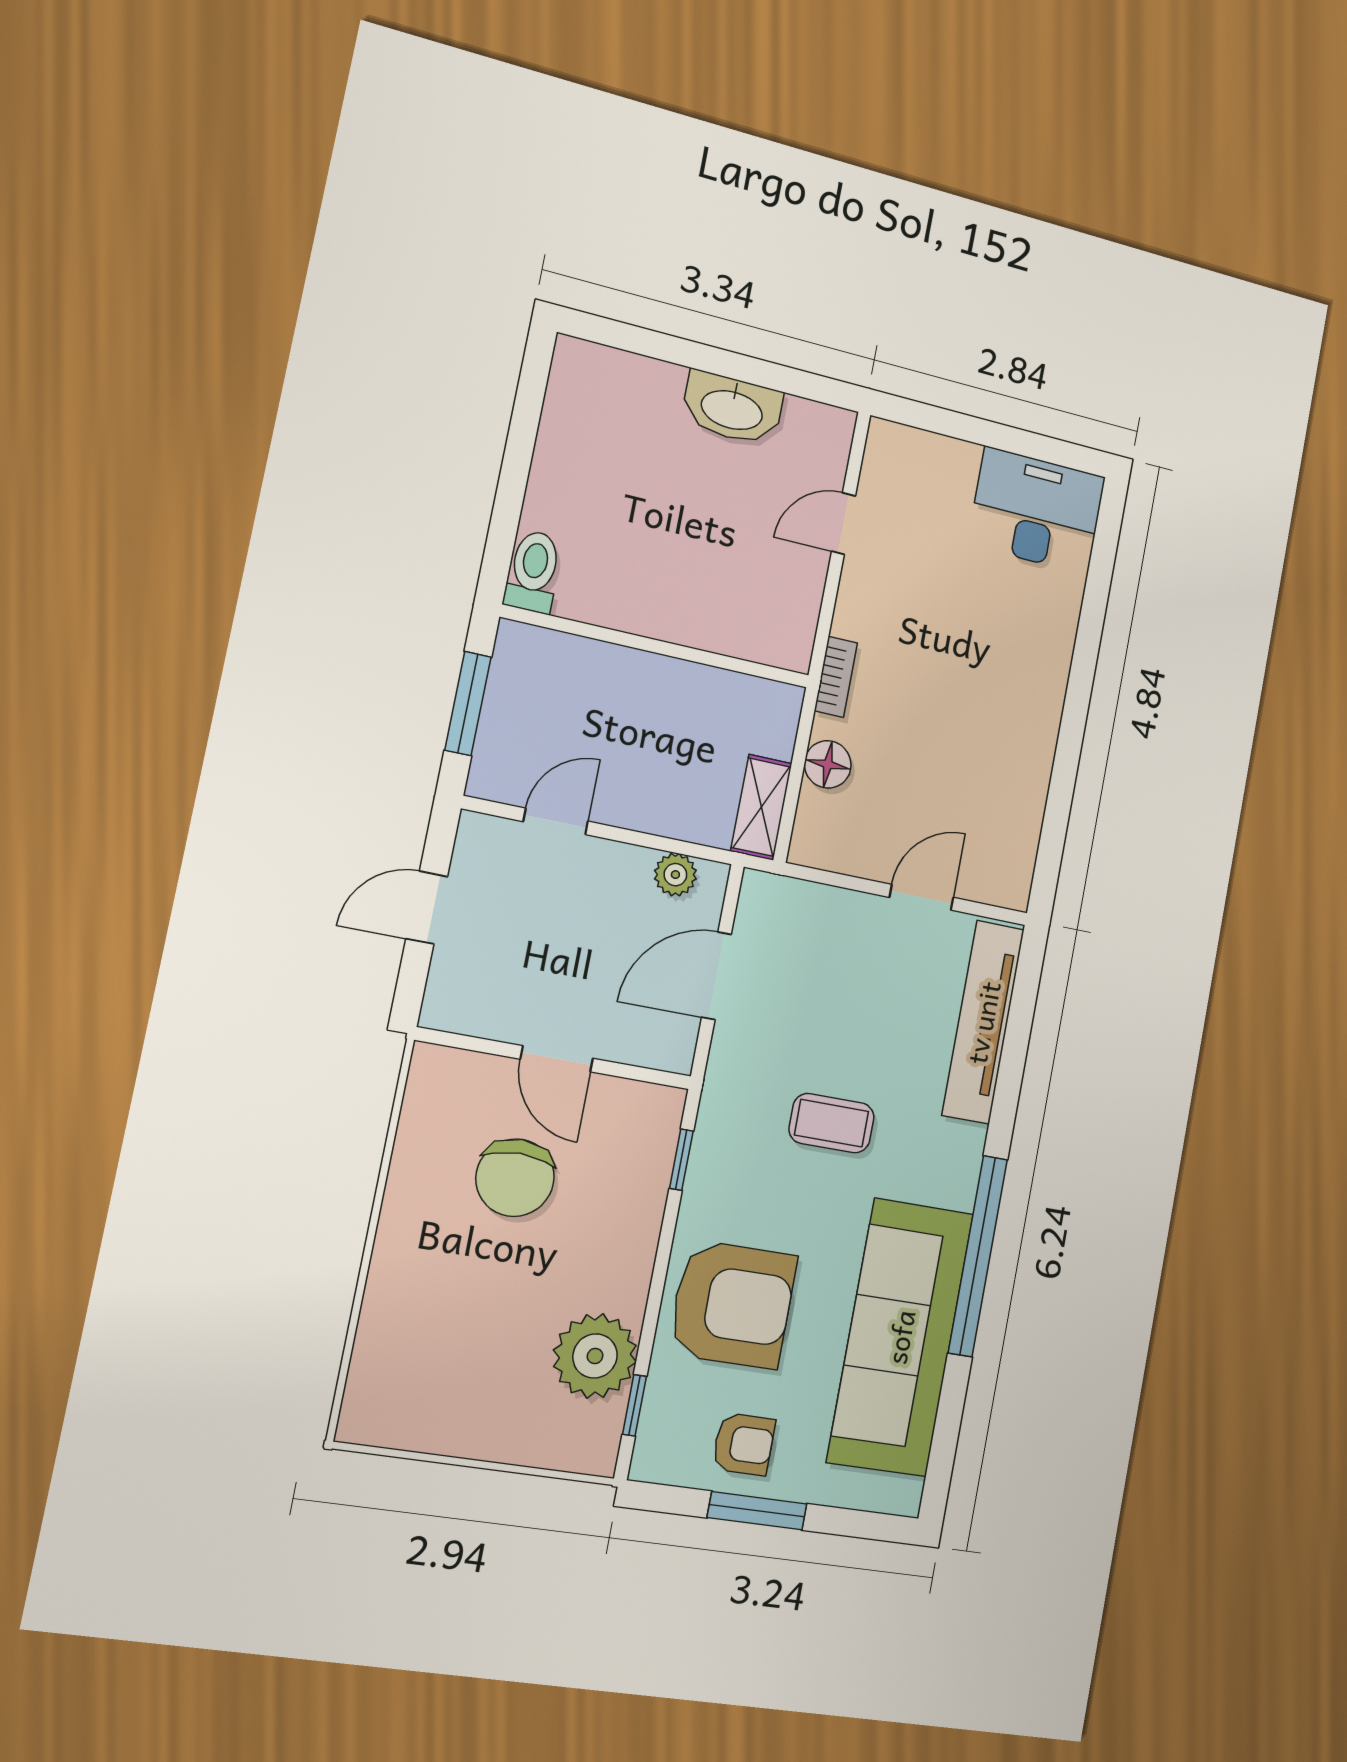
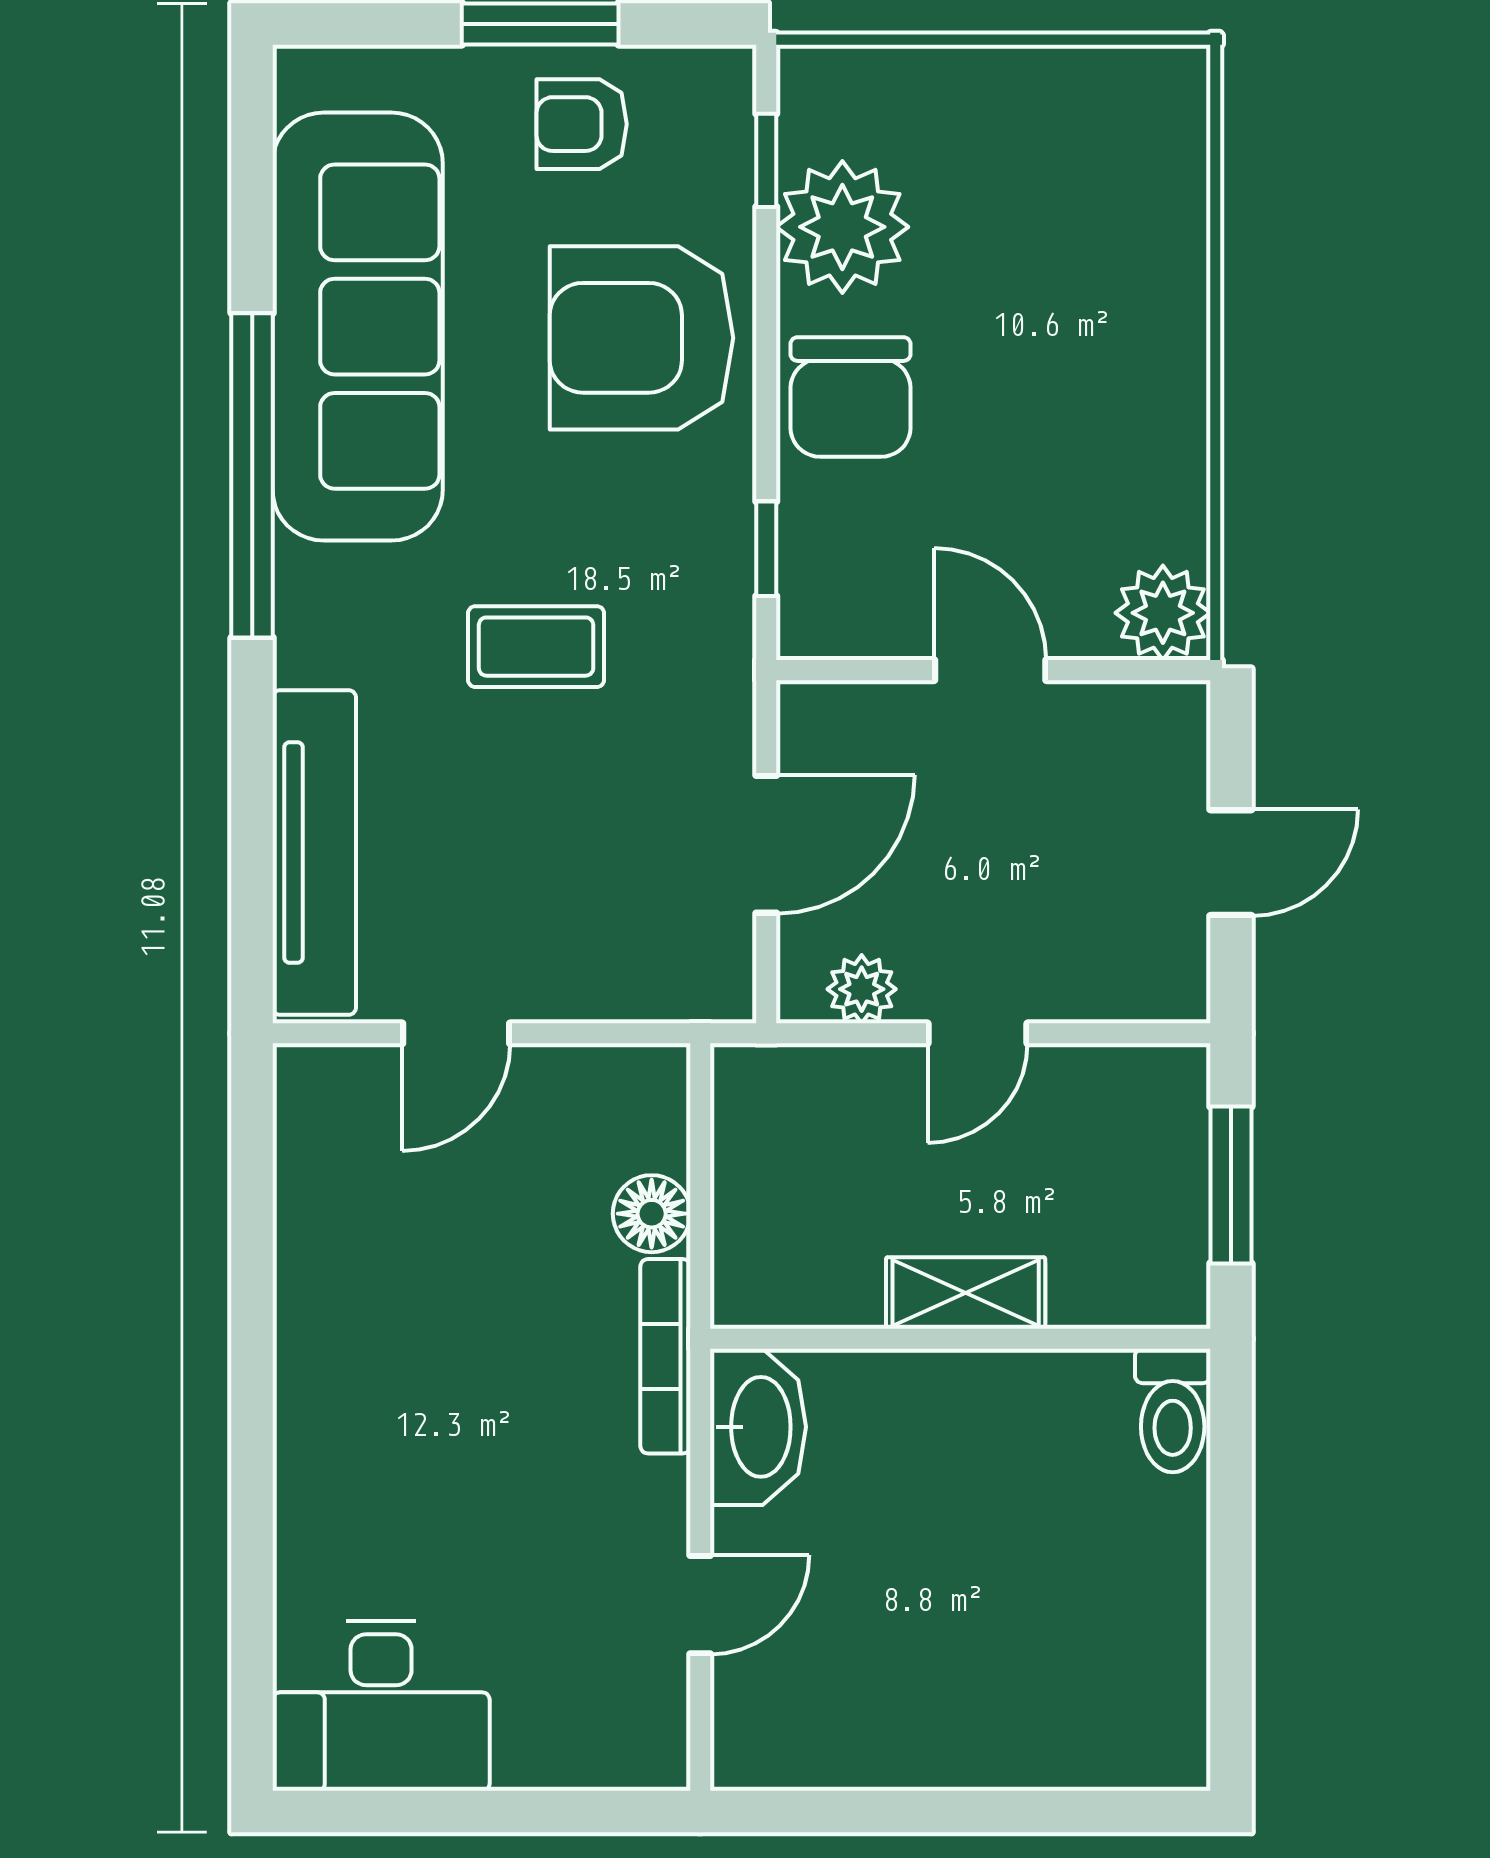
washbasin: (732, 408) -> (758, 1427), moved, turned 90
bookcase: (836, 677) -> (665, 1356), width x1.56
shelving: (761, 807) -> (966, 1293), moved, turned 90
door: (556, 821) -> (978, 1033), moved
plant: (439, 1076) -> (1163, 613), added
chair: (515, 1178) -> (851, 397), moved, turned 180

